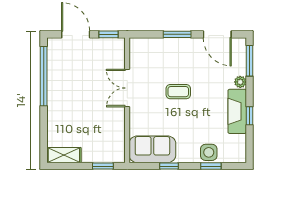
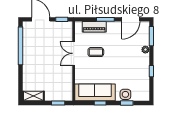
door: (217, 34) -> (131, 19), hinge flipped
piano: (160, 46) -> (94, 27), added
coffee table: (178, 92) -> (96, 52), moved
fireplace: (237, 111) -> (143, 68), removed
sofa: (152, 149) -> (95, 92), width x1.36

